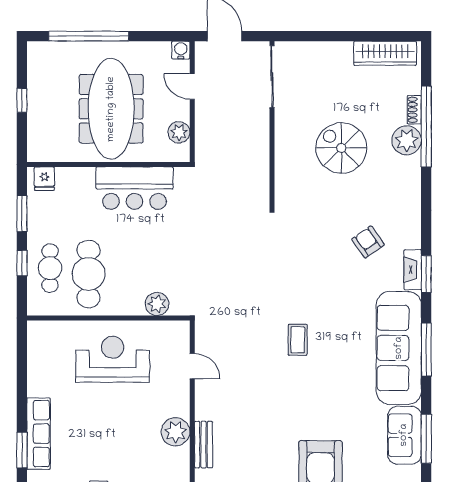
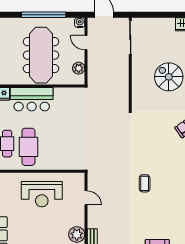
window: (89, 36) -> (44, 15), moved
bar counter: (135, 188) -> (32, 99), moved
plant: (157, 304) -> (66, 163), removed
reception desk: (113, 359) -> (42, 194), turned 180

